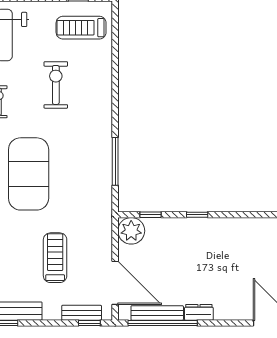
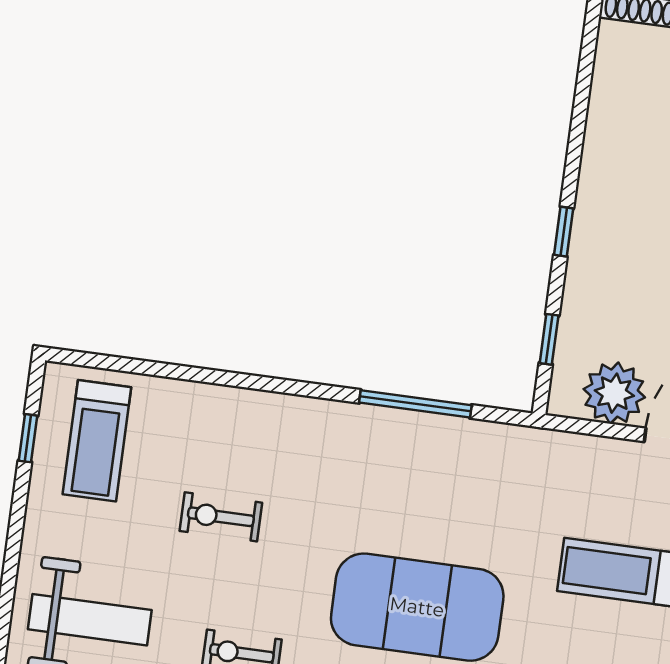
exercise bike: (56, 85) -> (221, 517), width x0.73, depth x0.72
plant: (131, 231) -> (614, 393), moved

